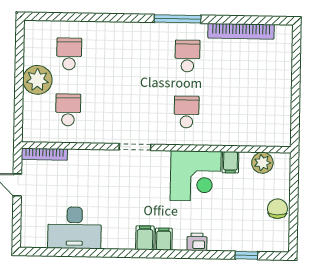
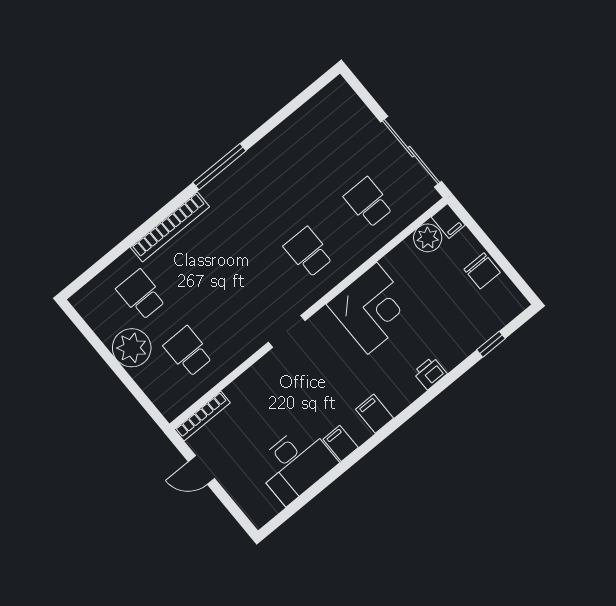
bookcase: (241, 31) -> (170, 227), moved
school desk: (187, 56) -> (368, 202), moved
sliding door: (295, 105) -> (411, 152), added
filing cabinet: (230, 162) -> (448, 221), moved
chair: (277, 209) -> (482, 271), turned 180
filing cabinet: (164, 239) -> (341, 443), moved

